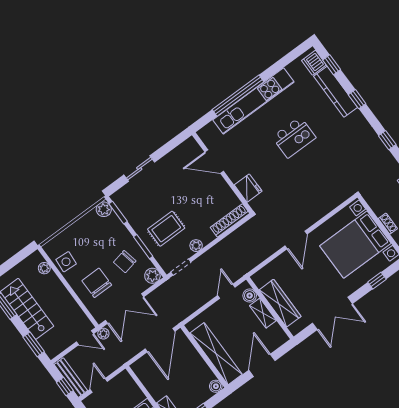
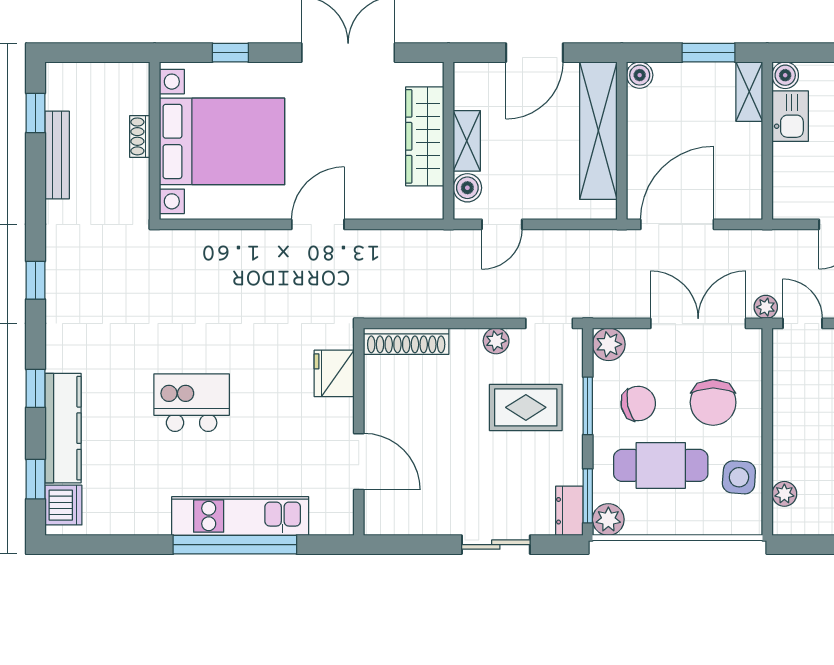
kitchen unit: (253, 101) -> (240, 516), width x0.73
dresser: (121, 202) -> (569, 511), added
cafe table: (99, 244) -> (661, 465), added

